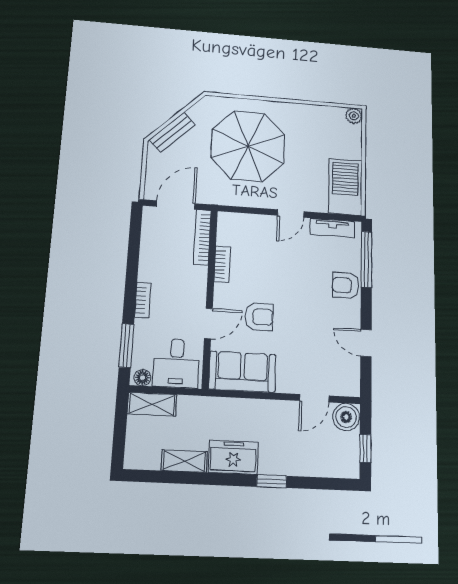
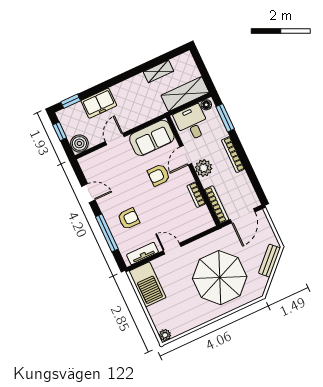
door: (291, 213) -> (172, 249), hinge flipped
window: (366, 259) -> (107, 233), moved
armchair: (346, 285) -> (129, 219), moved
plant: (193, 294) -> (204, 168), added
bookcase: (143, 300) -> (233, 155), width x1.56
door: (314, 398) -> (115, 139), moved
shelving: (152, 404) -> (185, 94), width x1.50, depth x1.33
freezer: (233, 457) -> (99, 103), moved
window: (272, 481) -> (71, 101), moved

